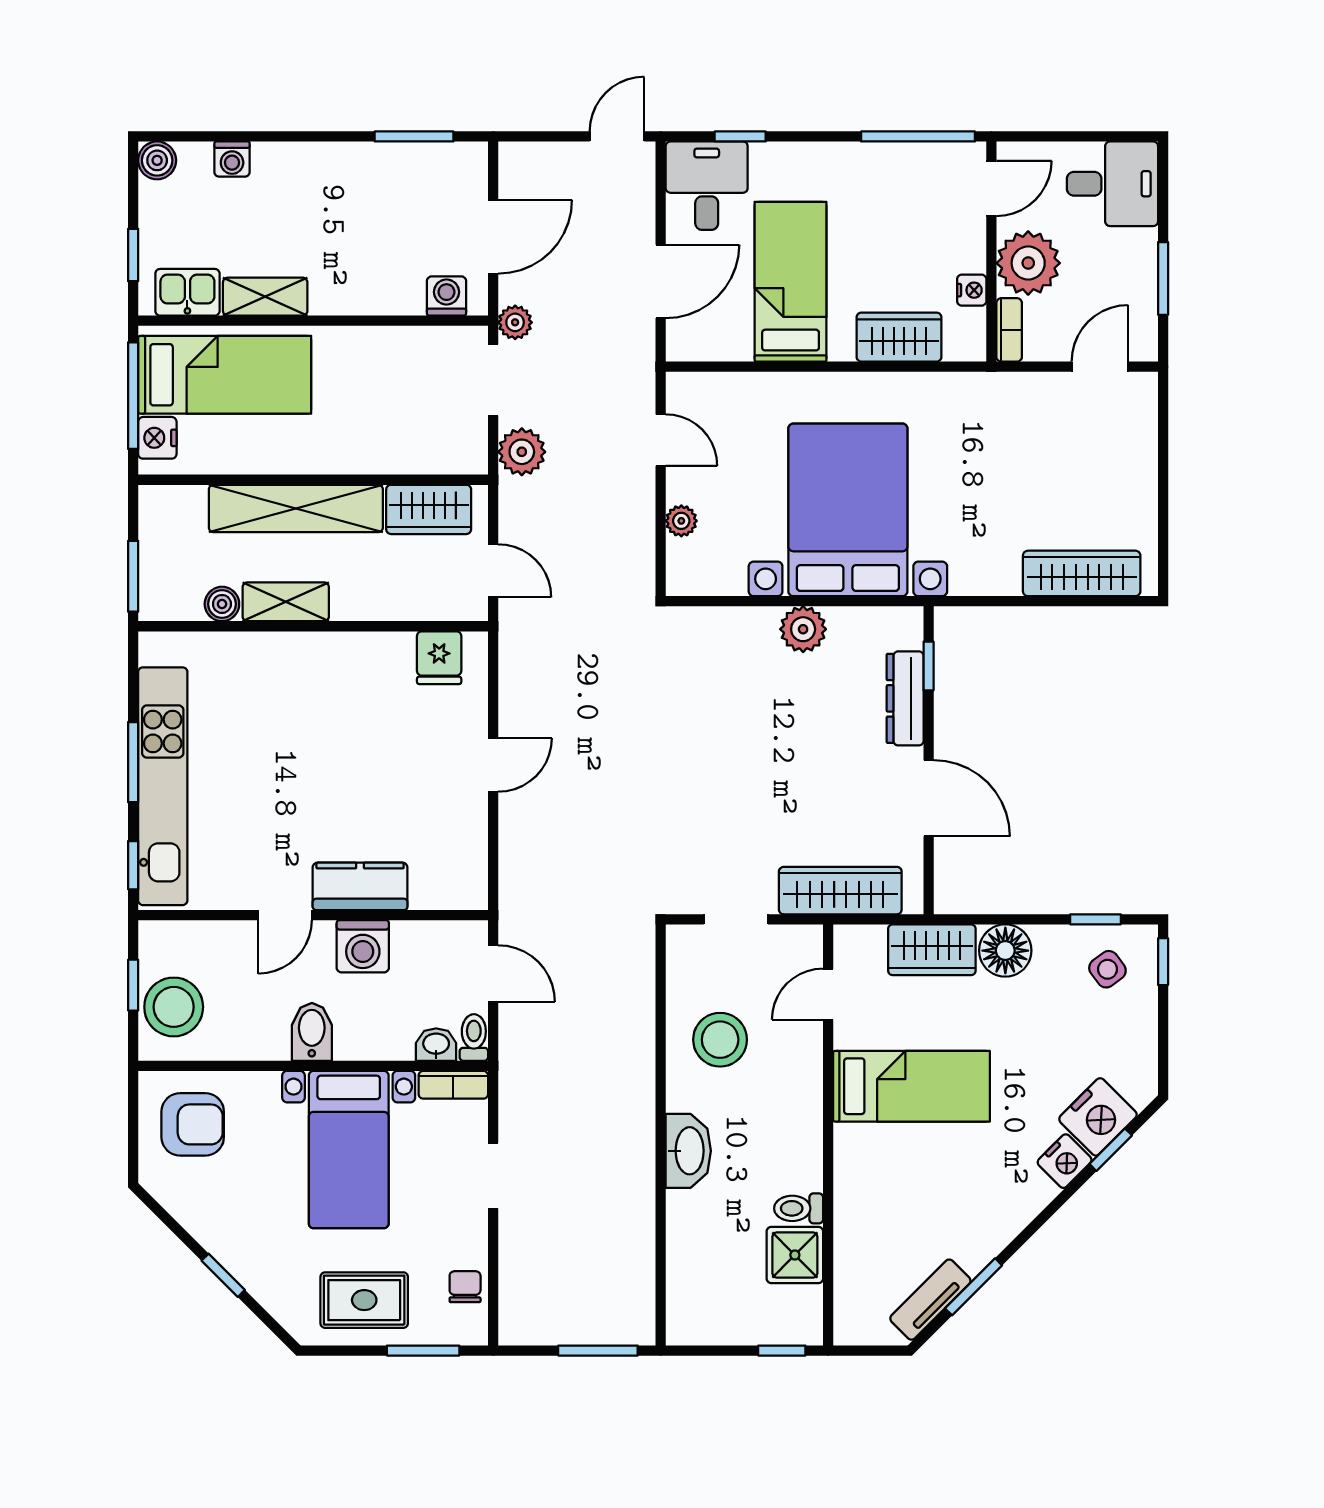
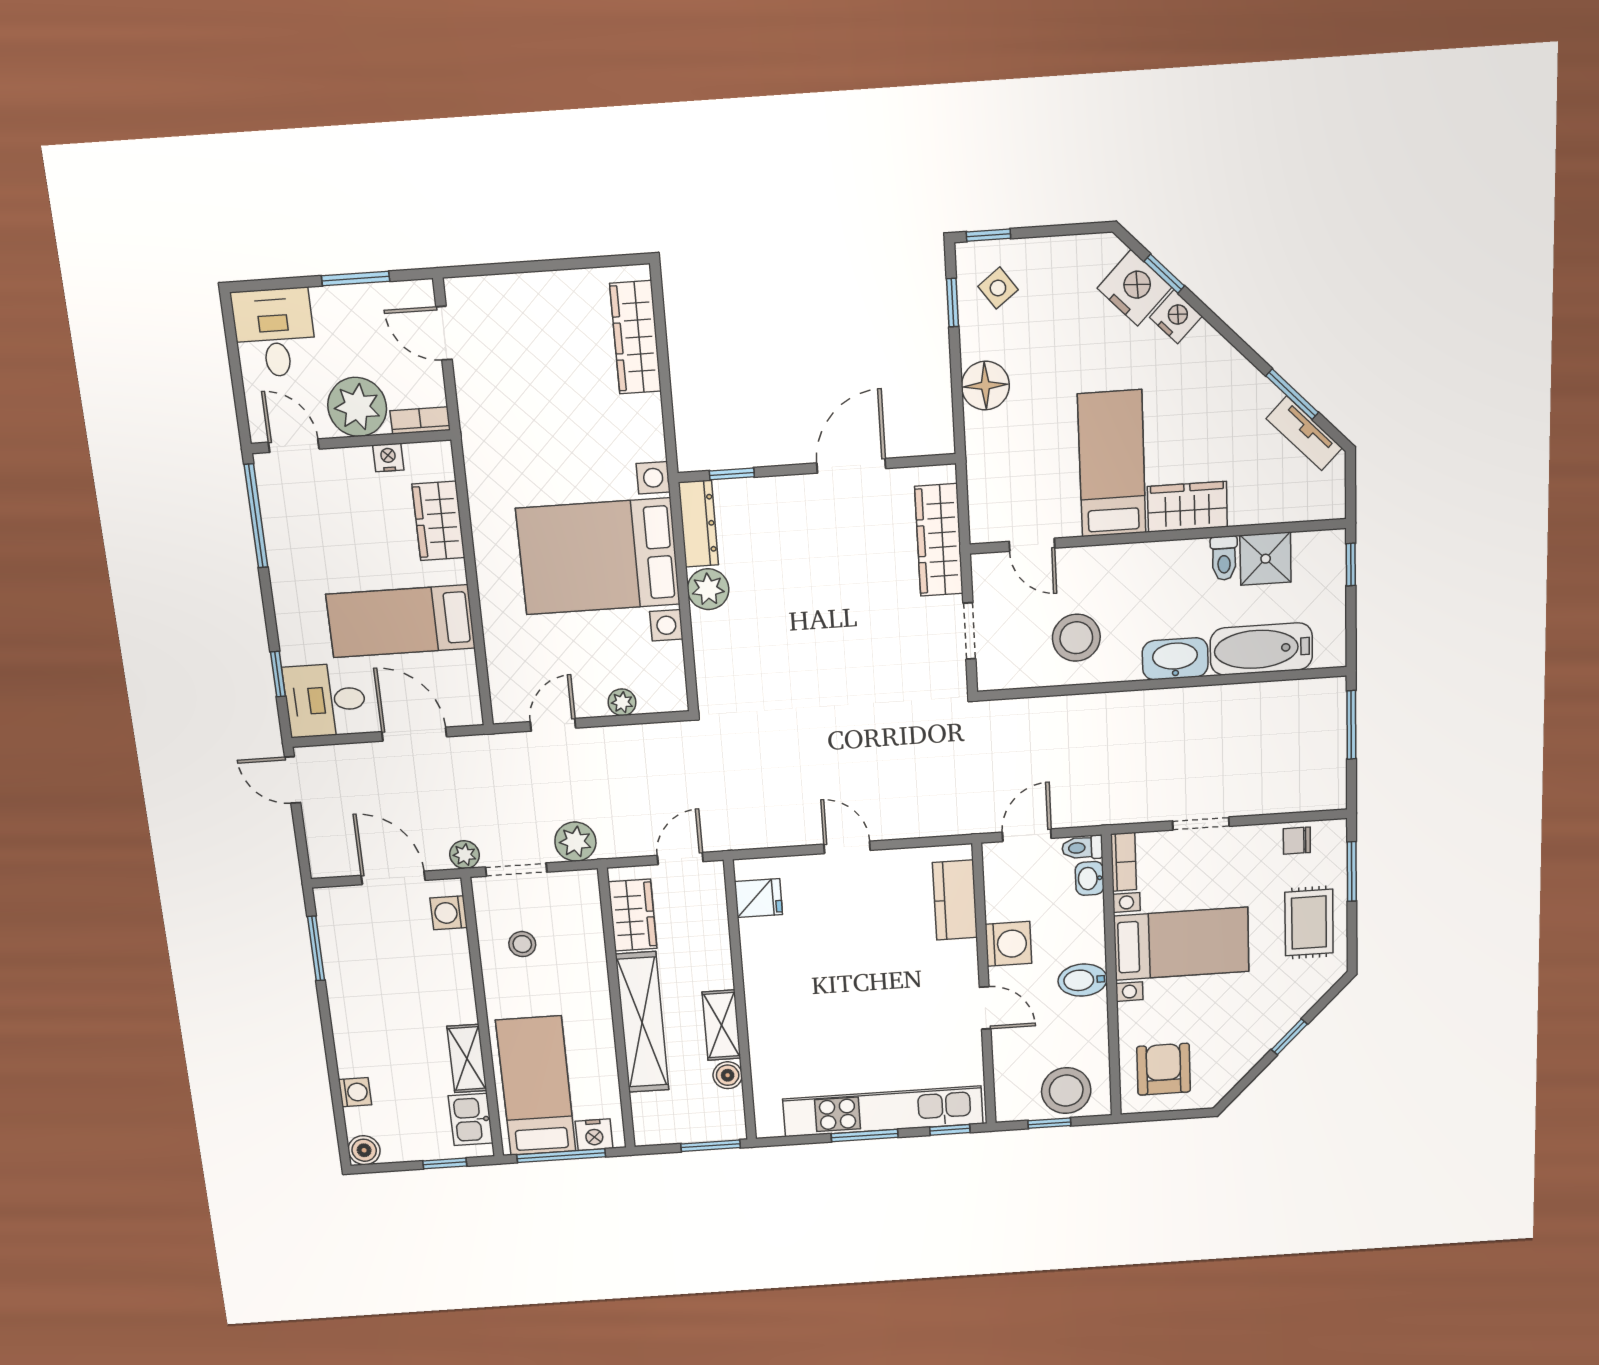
stool: (402, 377) -> (522, 944), added
dresser: (905, 698) -> (698, 524), moved, turned -90
kitchen counter: (360, 886) -> (955, 900), moved
wardrobe: (932, 950) -> (1187, 507), moved, turned -90
bathtub: (693, 1249) -> (1261, 649), added

